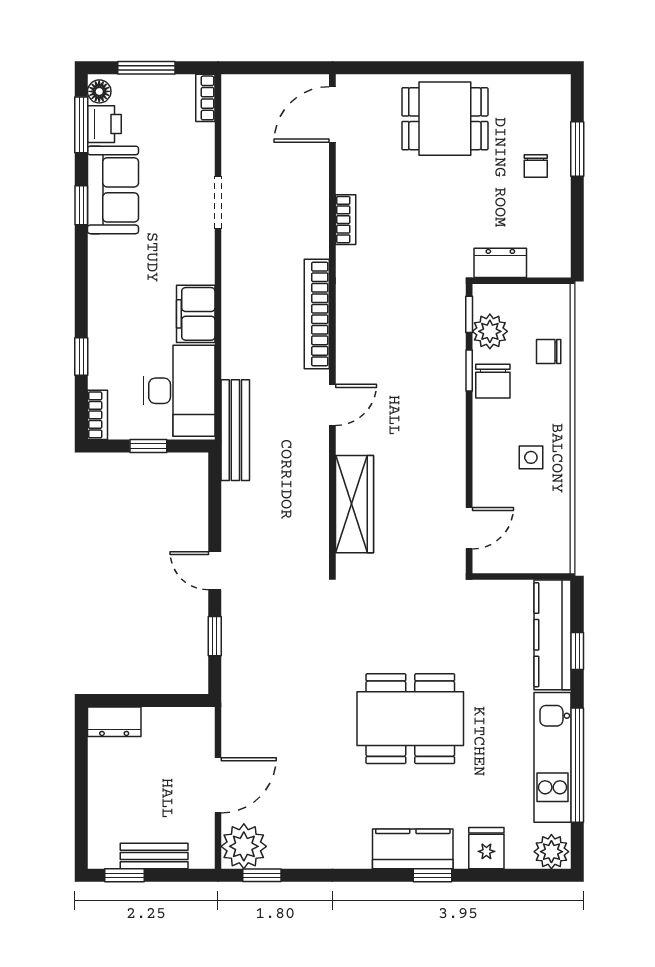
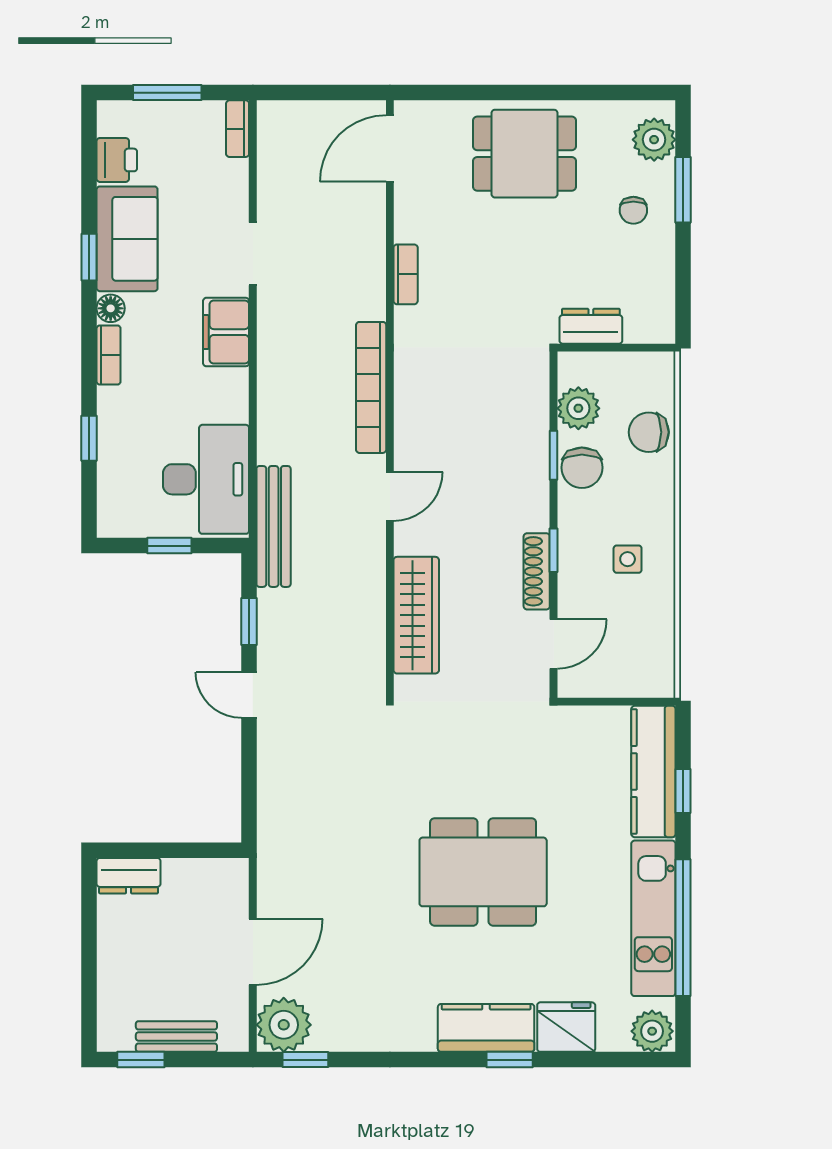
floor lamp: (99, 91) -> (111, 308), moved
plant: (553, 107) -> (654, 140), added
window: (81, 125) -> (89, 161), removed
filing cabinet: (196, 314) -> (226, 332), moved
window: (469, 314) -> (554, 550), moved
chair: (549, 351) -> (649, 432), width x1.37, depth x1.37
bookcase: (98, 415) -> (109, 355), moved
shoe rack: (455, 468) -> (537, 571), added
window: (215, 636) -> (249, 622), moved
fridge: (486, 848) -> (566, 1027), width x1.38

